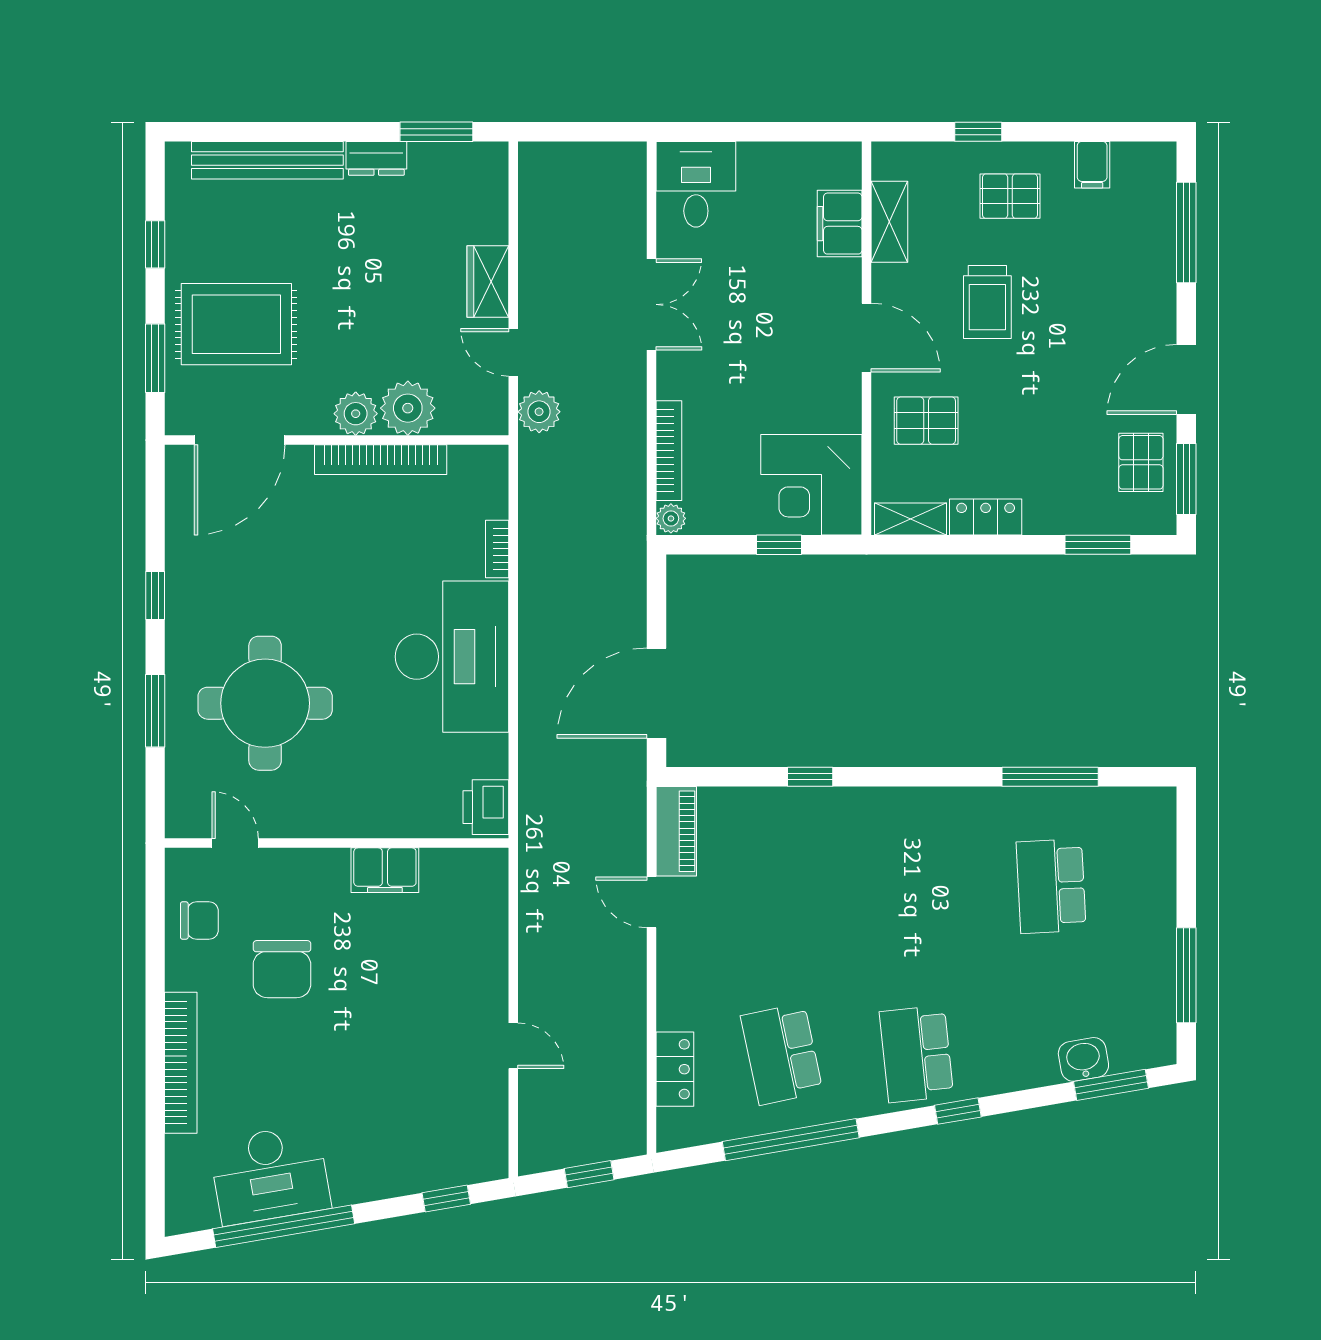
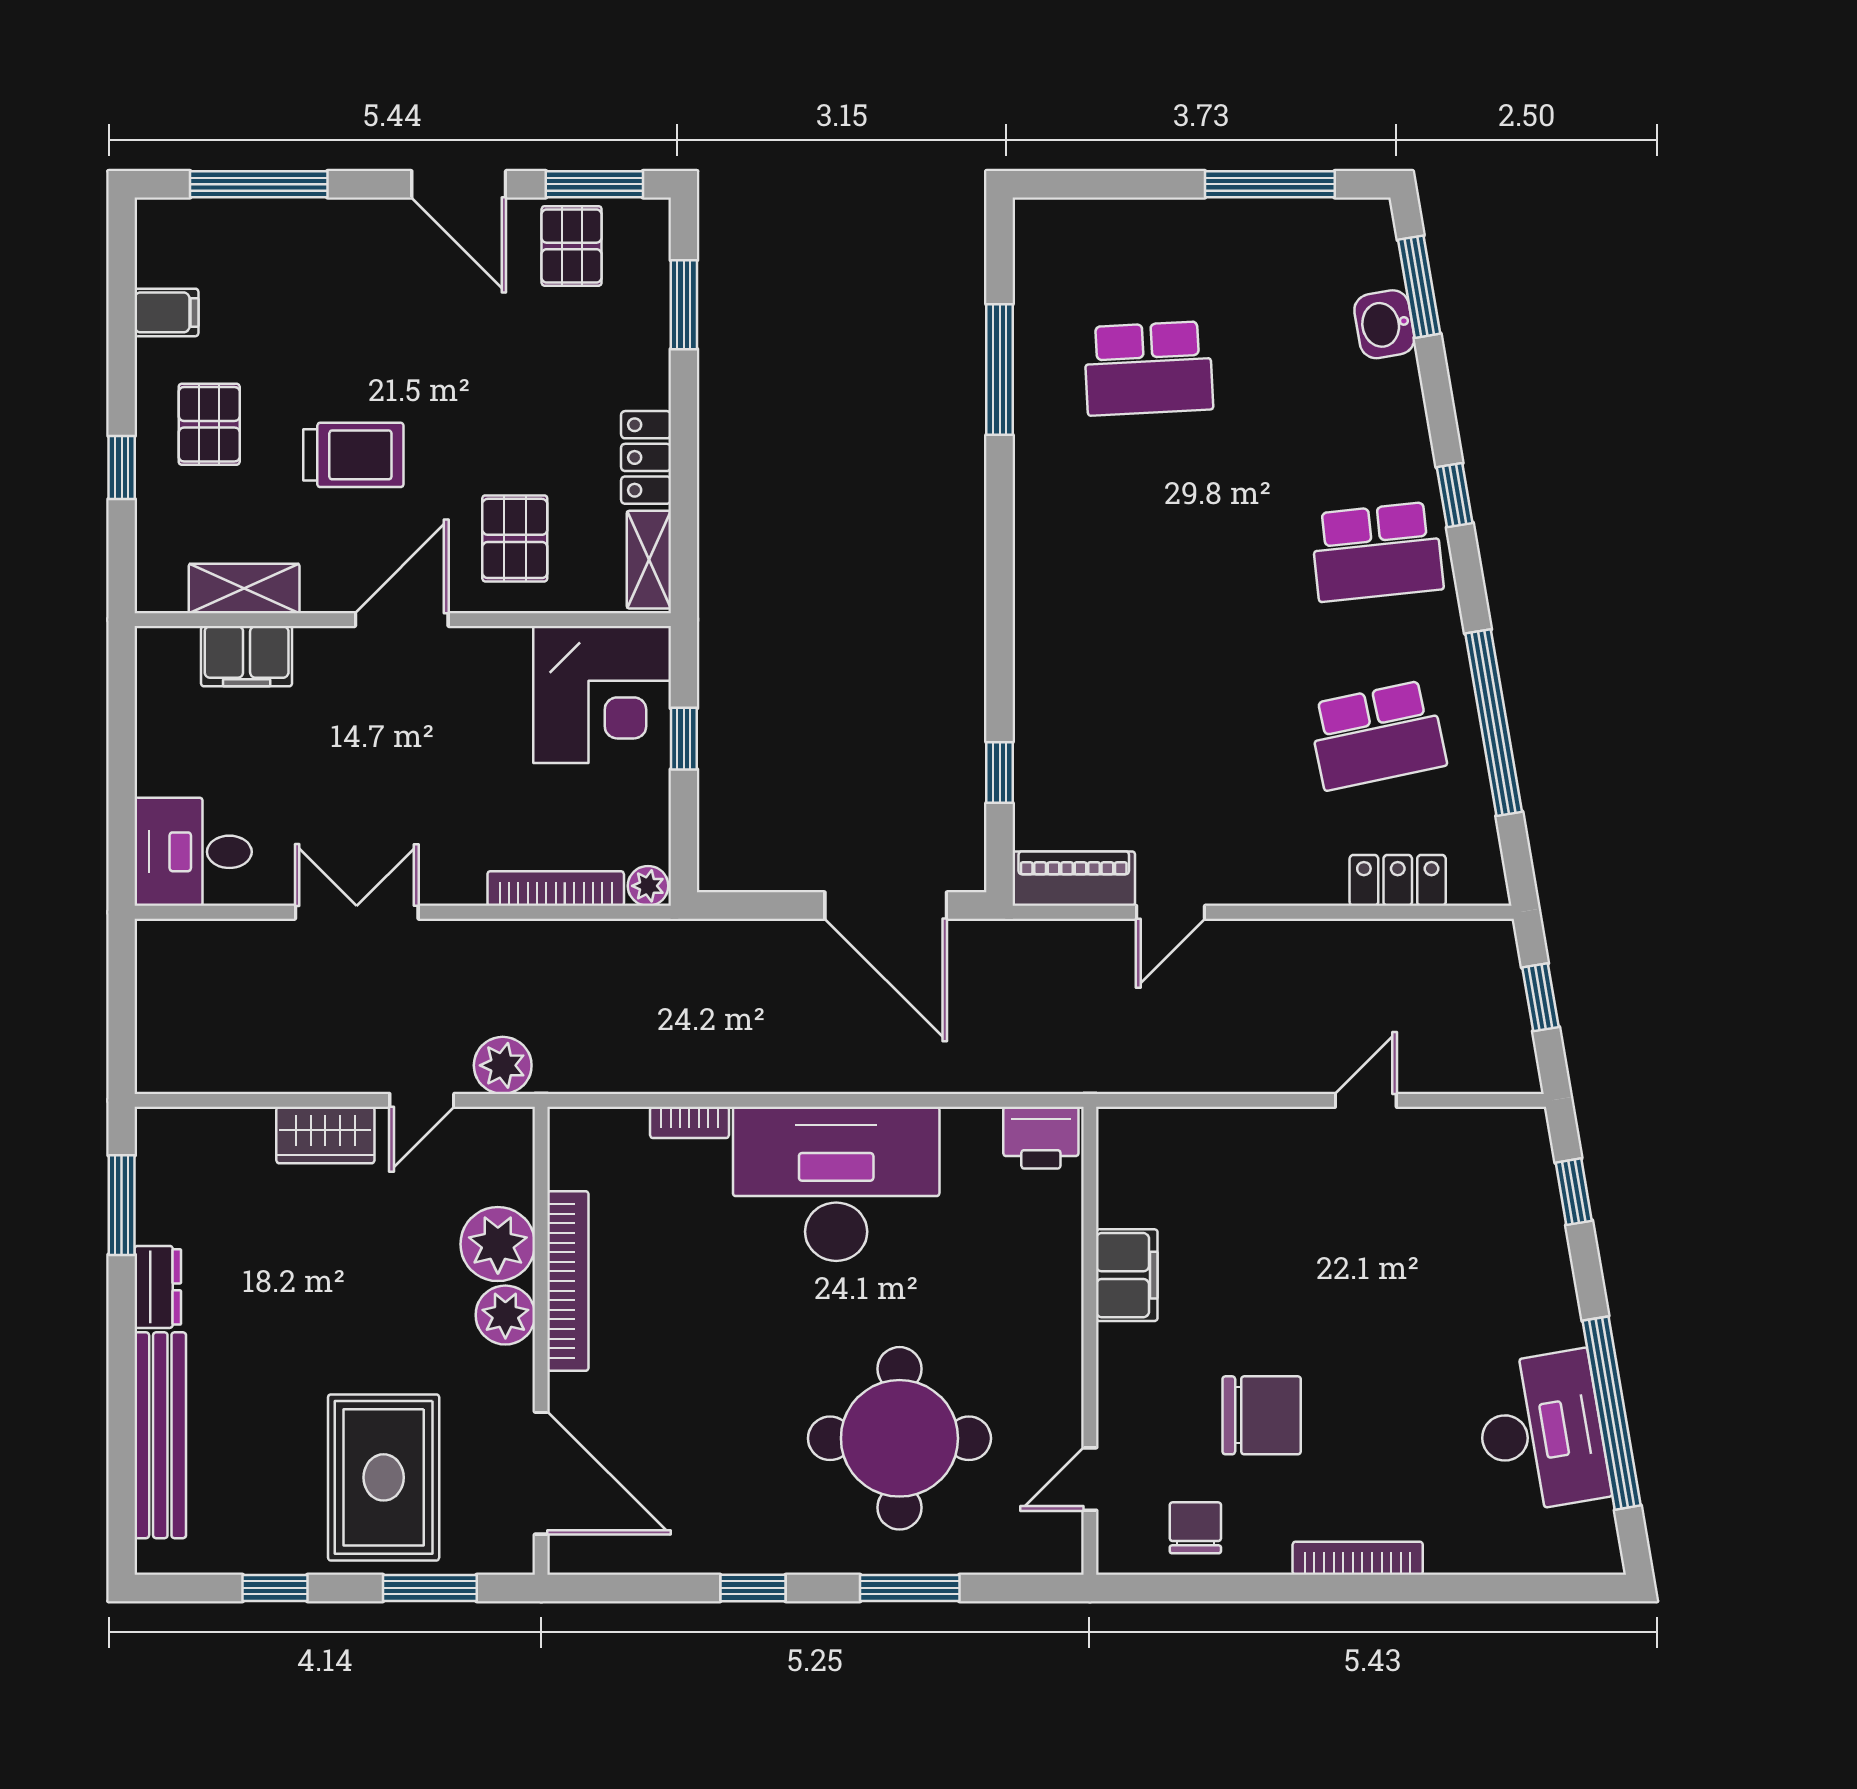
pallet: (1141, 462) -> (572, 246), turned 90
window: (810, 777) -> (1000, 772), moved
bookcase: (181, 1063) -> (1358, 1558), width x0.68, depth x0.76

